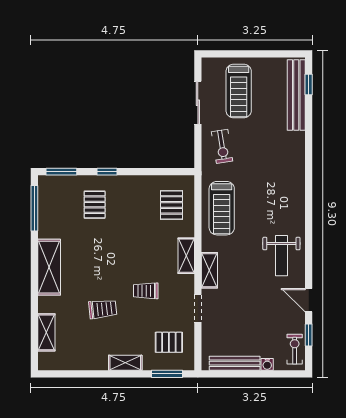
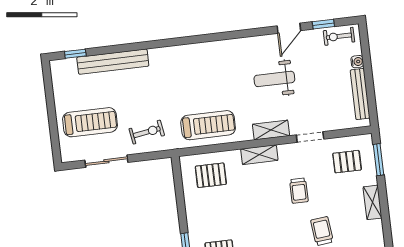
bench: (296, 95) -> (113, 62), moved
weight bench: (281, 256) -> (274, 79), moved, turned 180
pallet: (169, 342) -> (347, 162), turned 90

